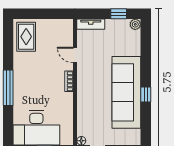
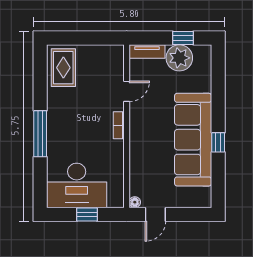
plant: (135, 24) -> (179, 58), moved, width x1.88, depth x1.88
door: (75, 55) -> (127, 91), swing flipped

